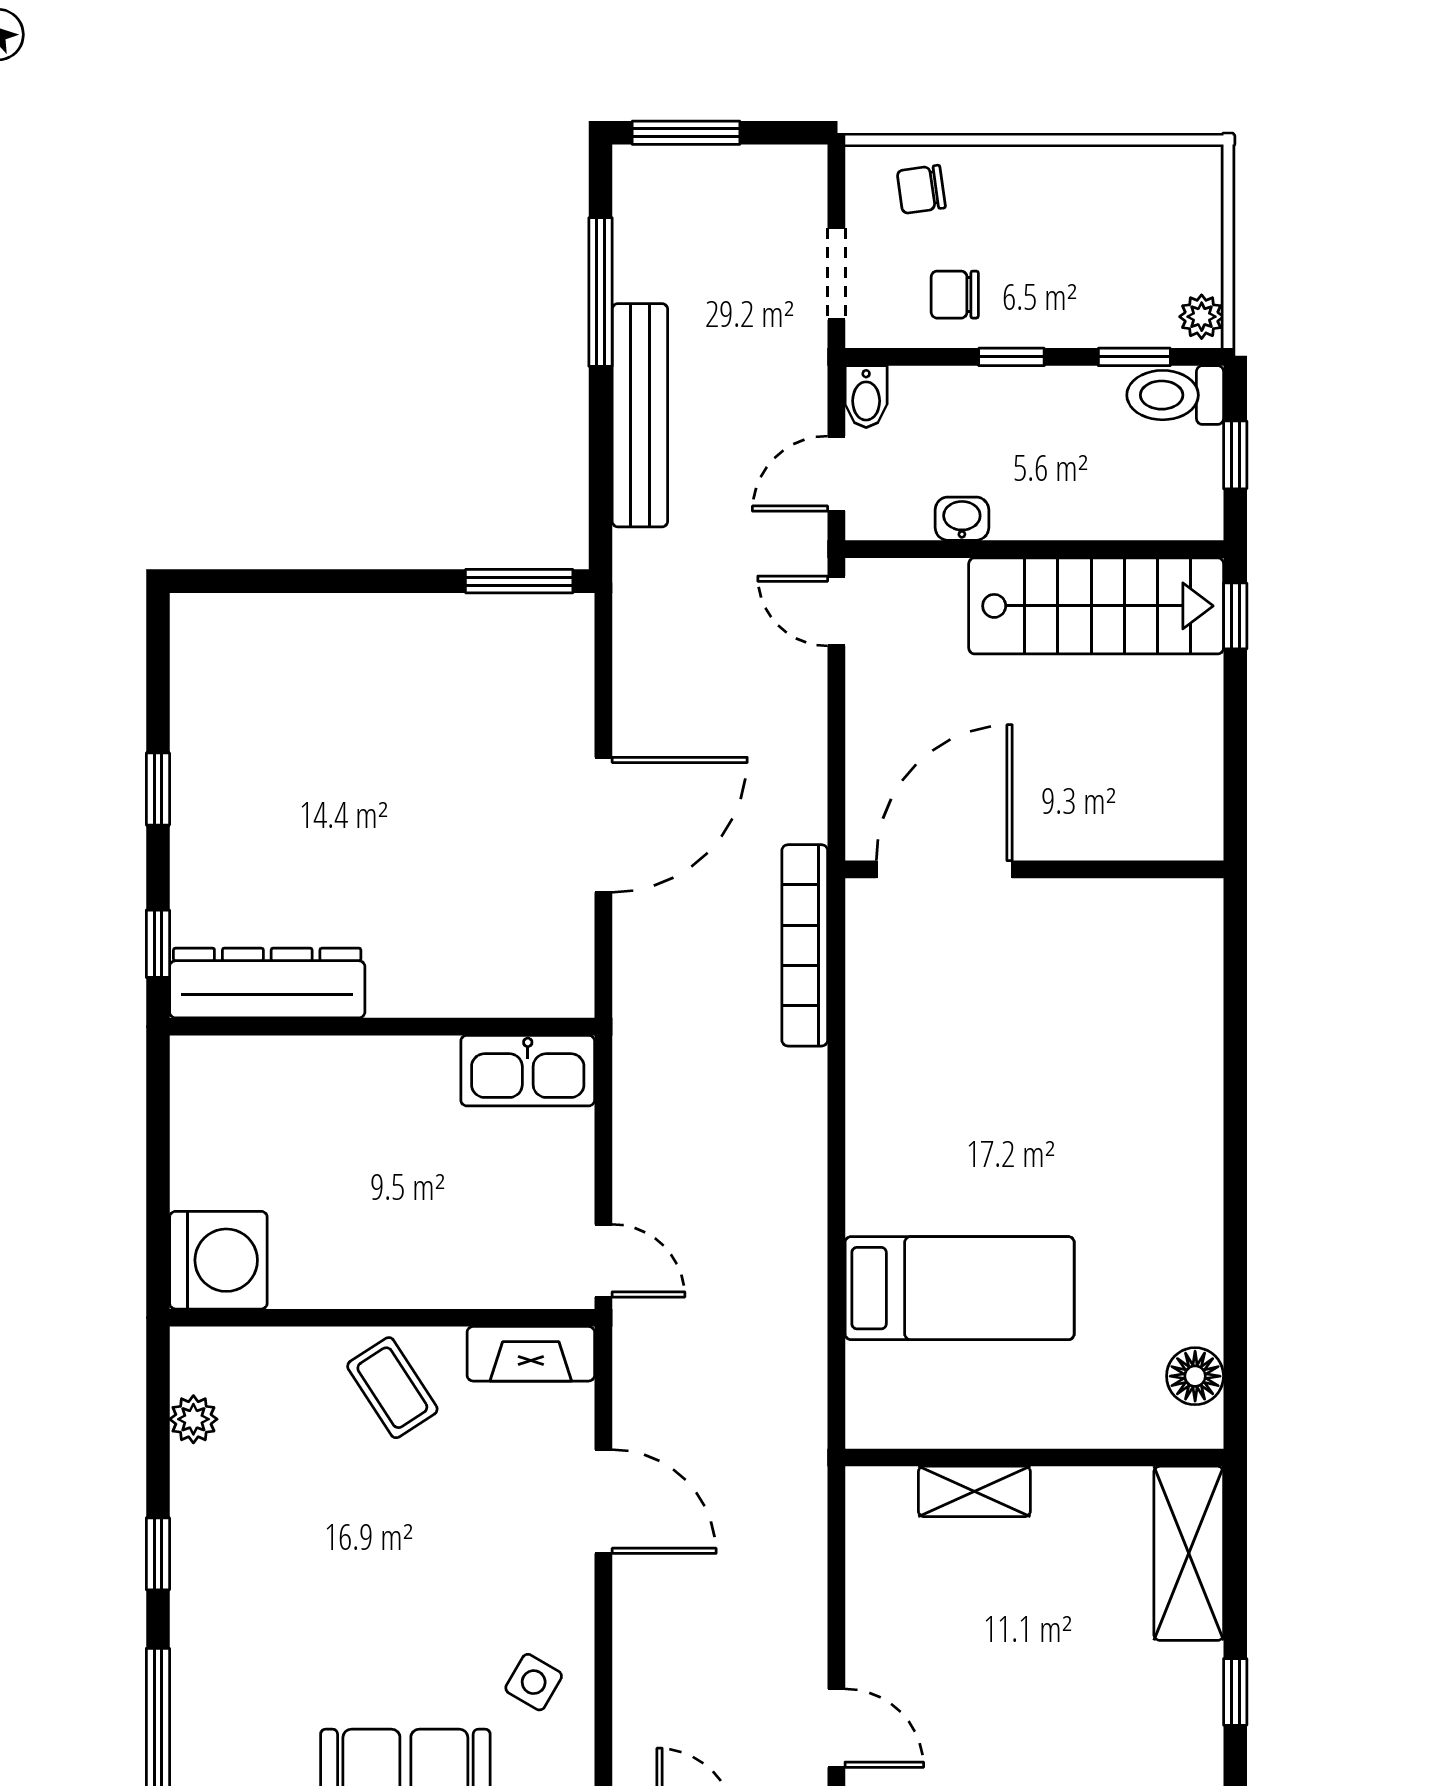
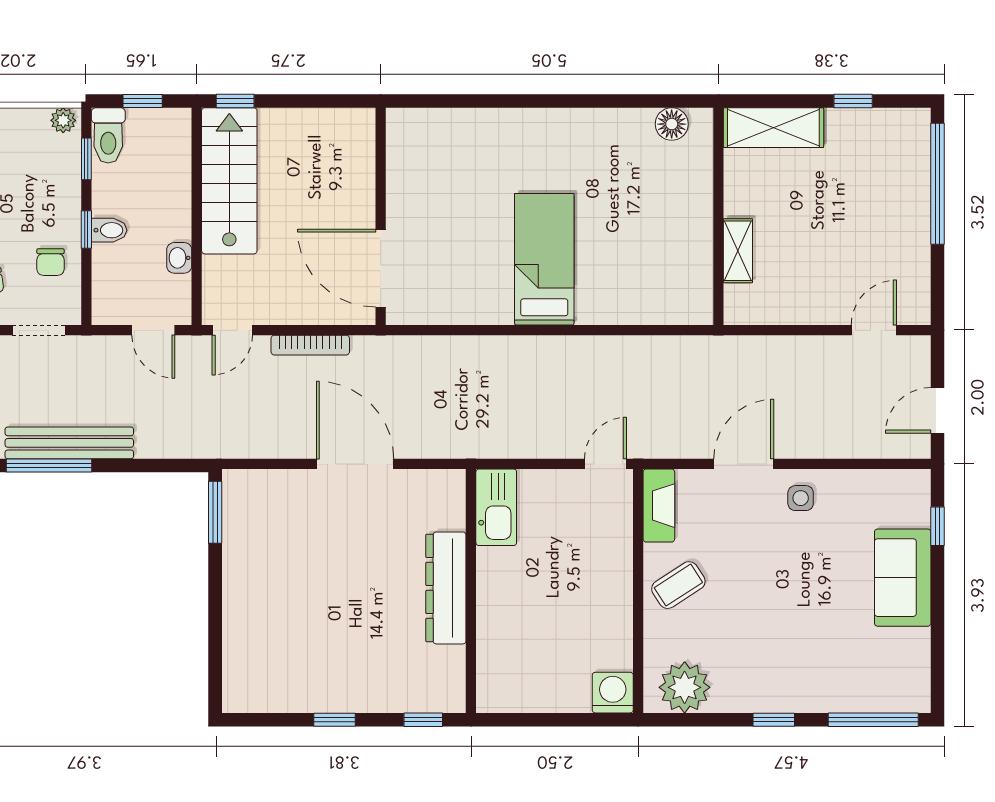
bidet: (866, 397) -> (109, 230), moved
bench: (640, 415) -> (69, 443), moved
bookcase: (805, 945) -> (310, 345), moved, width x0.68, depth x0.76
dresser: (267, 983) -> (446, 588), moved
washing machine: (218, 1260) -> (613, 693), width x0.73, depth x0.73
bed: (960, 1288) -> (544, 259), moved
plant: (193, 1419) -> (685, 687), width x1.87, depth x1.87
side table: (534, 1682) -> (801, 498), moved, turned -30

